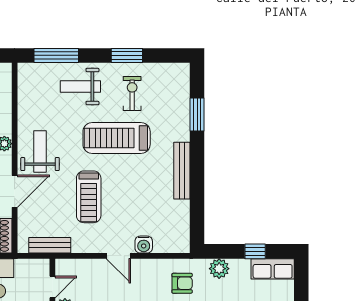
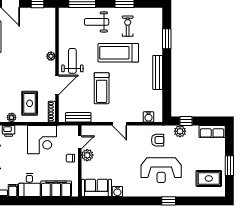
water cooler: (144, 245) -> (148, 117), moved
window: (255, 251) -> (186, 121), moved

